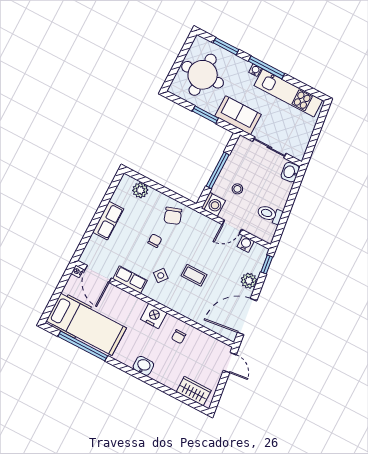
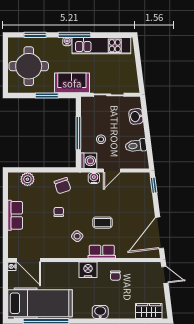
washbasin: (290, 172) -> (136, 116), moved
water cooler: (246, 244) -> (94, 178), moved
row of seats: (130, 280) -> (102, 252), moved
plant: (249, 281) -> (147, 205), removed

